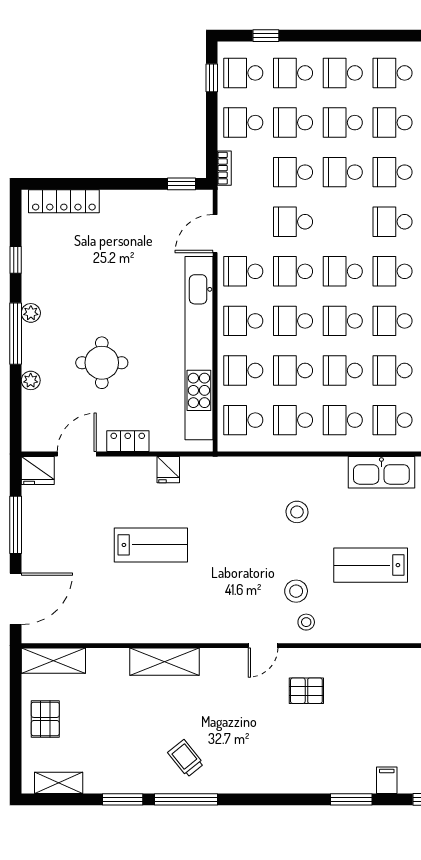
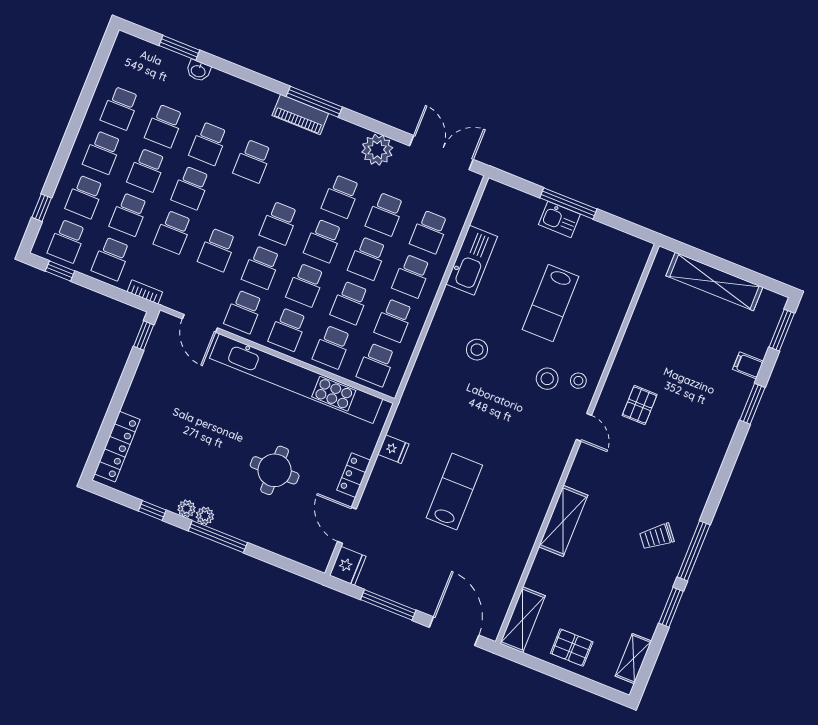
school desk: (393, 271) -> (297, 179), removed
plant: (31, 380) -> (186, 509), moved

